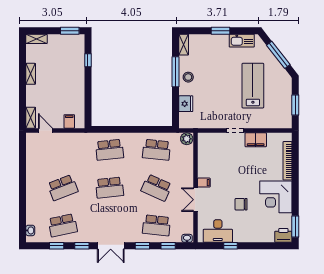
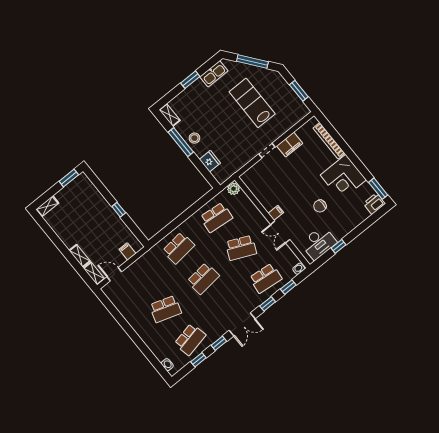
window: (88, 60) -> (119, 210), moved
shelving: (31, 74) -> (80, 256), moved
school desk: (63, 188) -> (165, 309), turned 39

